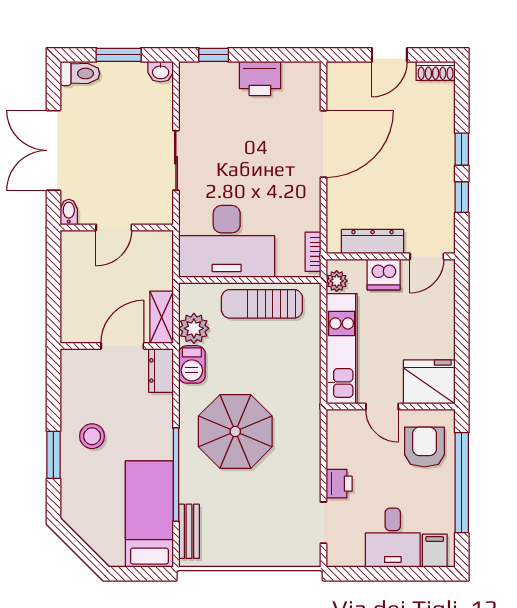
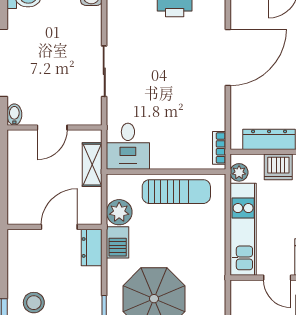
desk: (227, 241) -> (128, 146), width x0.53, depth x0.77
sun lounger: (262, 304) -> (176, 192), turned 180
shelving: (162, 317) -> (92, 165), moved

